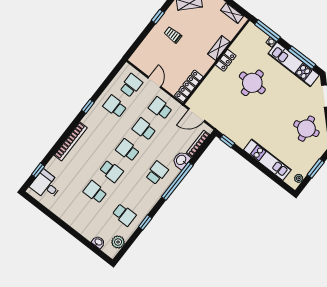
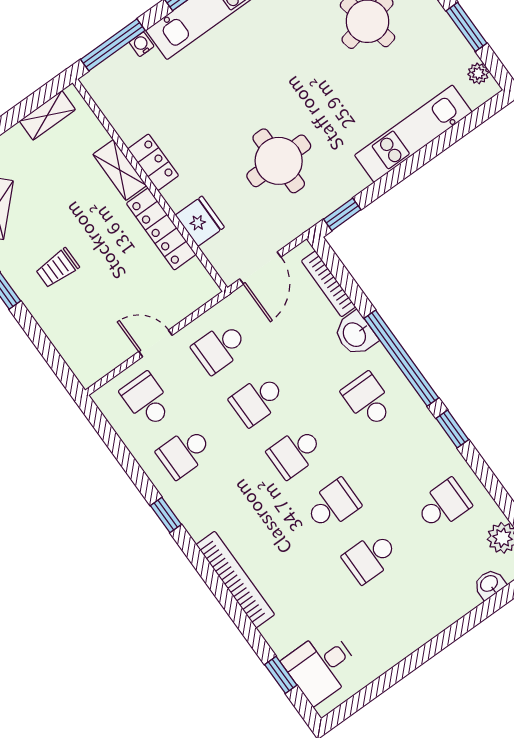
round table: (252, 83) -> (279, 161), moved
locker: (189, 86) -> (161, 229), moved
fridge: (208, 86) -> (200, 221), added
window: (145, 222) -> (452, 429), moved

